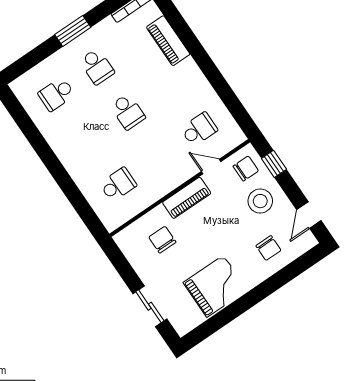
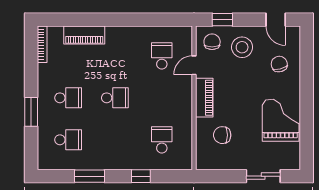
window: (73, 31) -> (31, 112), moved
school desk: (56, 94) -> (68, 140), turned -90
window: (35, 139) -> (89, 176), added
window: (69, 188) -> (141, 176), added
chair: (268, 248) -> (279, 64), turned -104

